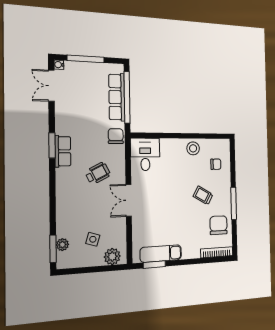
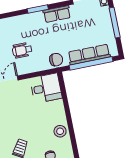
row of seats: (63, 151) -> (57, 14), moved
wheelchair: (98, 173) -> (22, 50), turned 117

